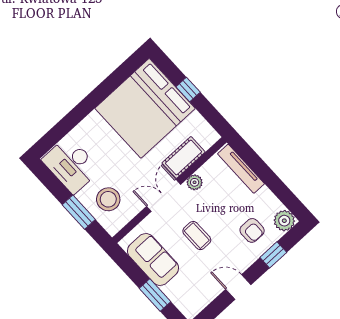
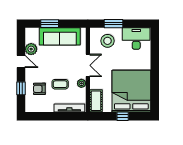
cot: (184, 157) -> (96, 101), moved
plant: (284, 221) -> (31, 49), moved
coffee table: (197, 236) -> (60, 84), moved
sofa: (153, 260) -> (60, 36), width x1.36
door: (238, 287) -> (21, 61), hinge flipped

